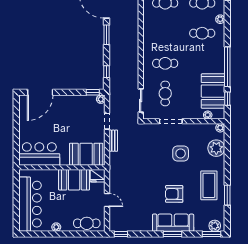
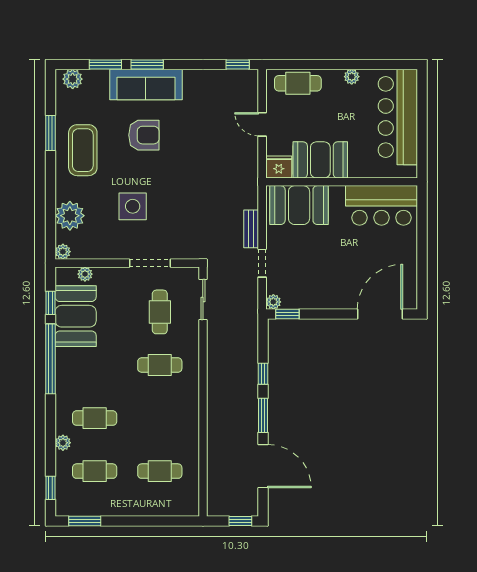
window: (107, 72) -> (263, 374), moved
window: (211, 234) -> (105, 64), moved

